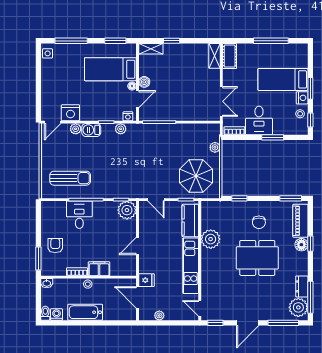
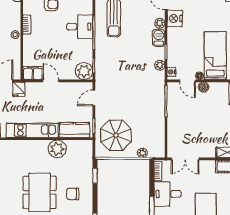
filing cabinet: (99, 269) -> (33, 73), moved, turned -90

